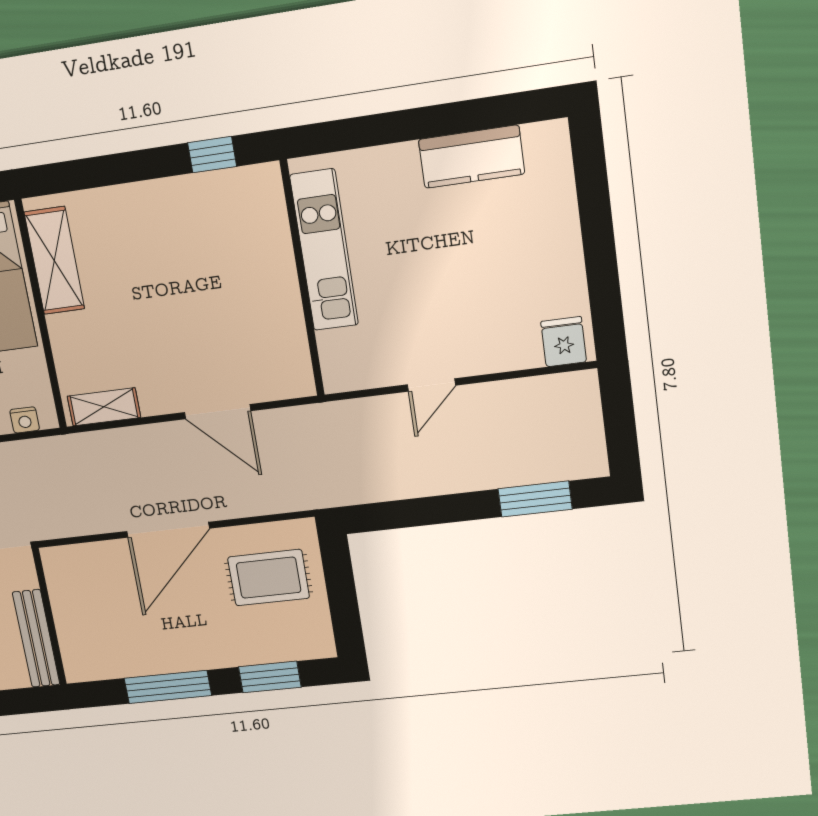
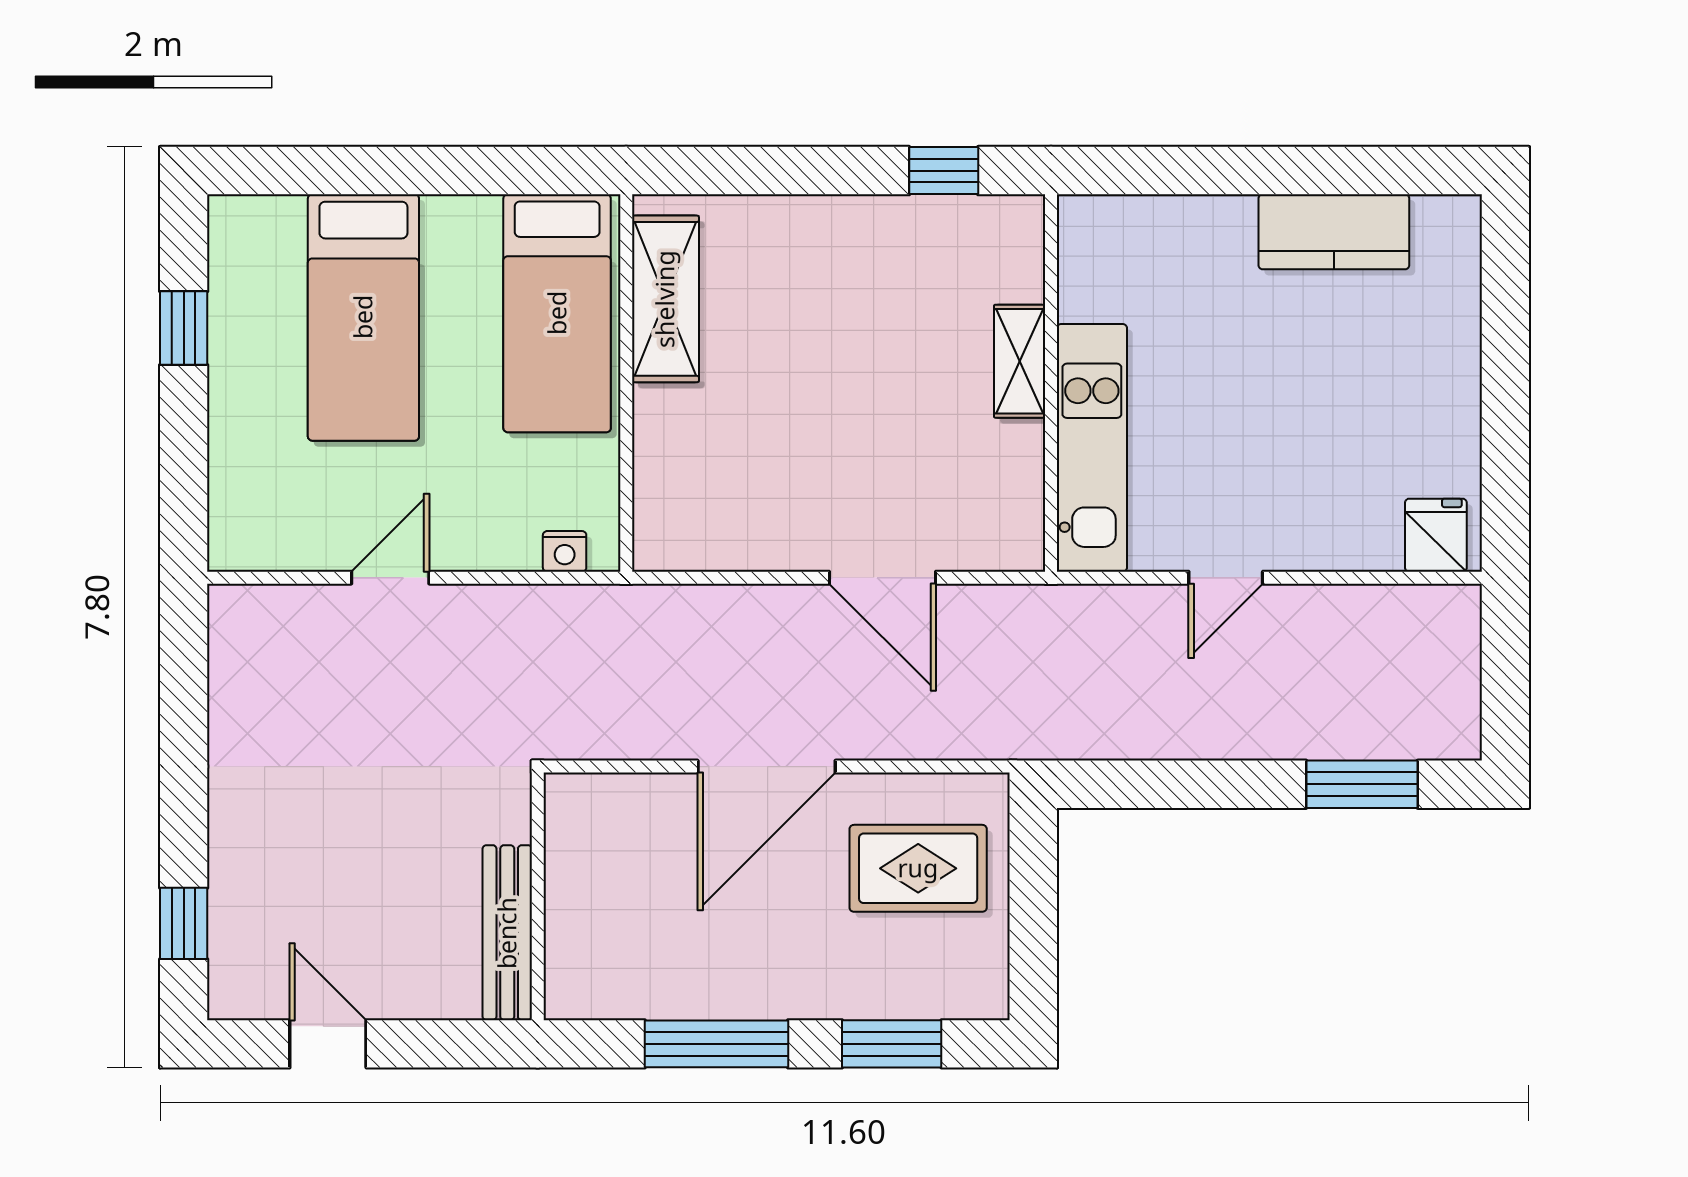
kitchen unit: (324, 250) -> (1092, 448), moved
shelving: (104, 407) -> (1020, 361), moved, turned 90

